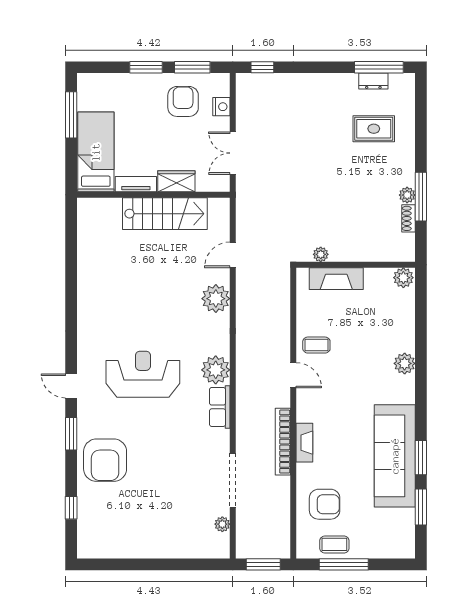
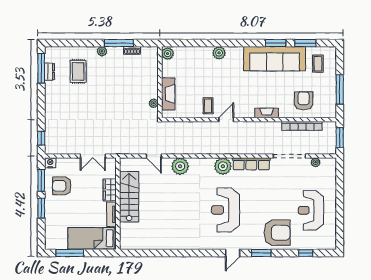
nightstand: (221, 107) -> (50, 163), moved
plant: (407, 195) -> (102, 51), moved
row of seats: (220, 407) -> (251, 164), width x1.48
bookcase: (283, 442) -> (302, 126), moved
reception desk: (142, 516) -> (311, 210), added
coffee table: (334, 544) -> (318, 64), moved

